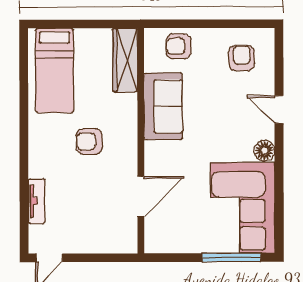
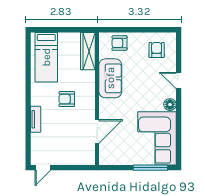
tv unit: (37, 201) -> (36, 119), moved

